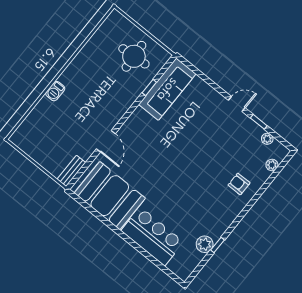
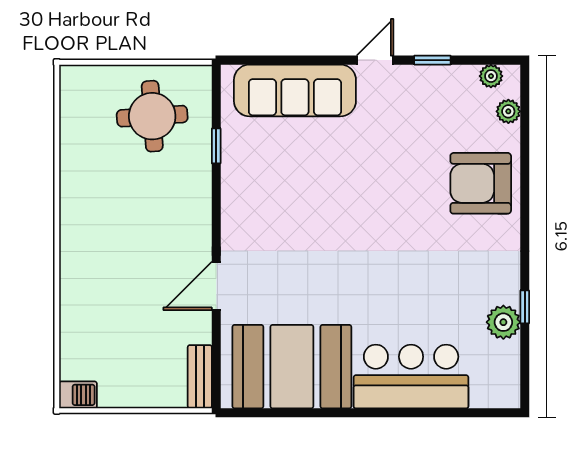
sofa: (167, 89) -> (295, 90), moved, turned 90
barbecue: (55, 91) -> (78, 395), moved, turned -90
plant: (267, 139) -> (491, 76), moved
door: (106, 141) -> (216, 286), swing flipped
armchair: (239, 184) -> (481, 183), width x1.88, depth x1.88

